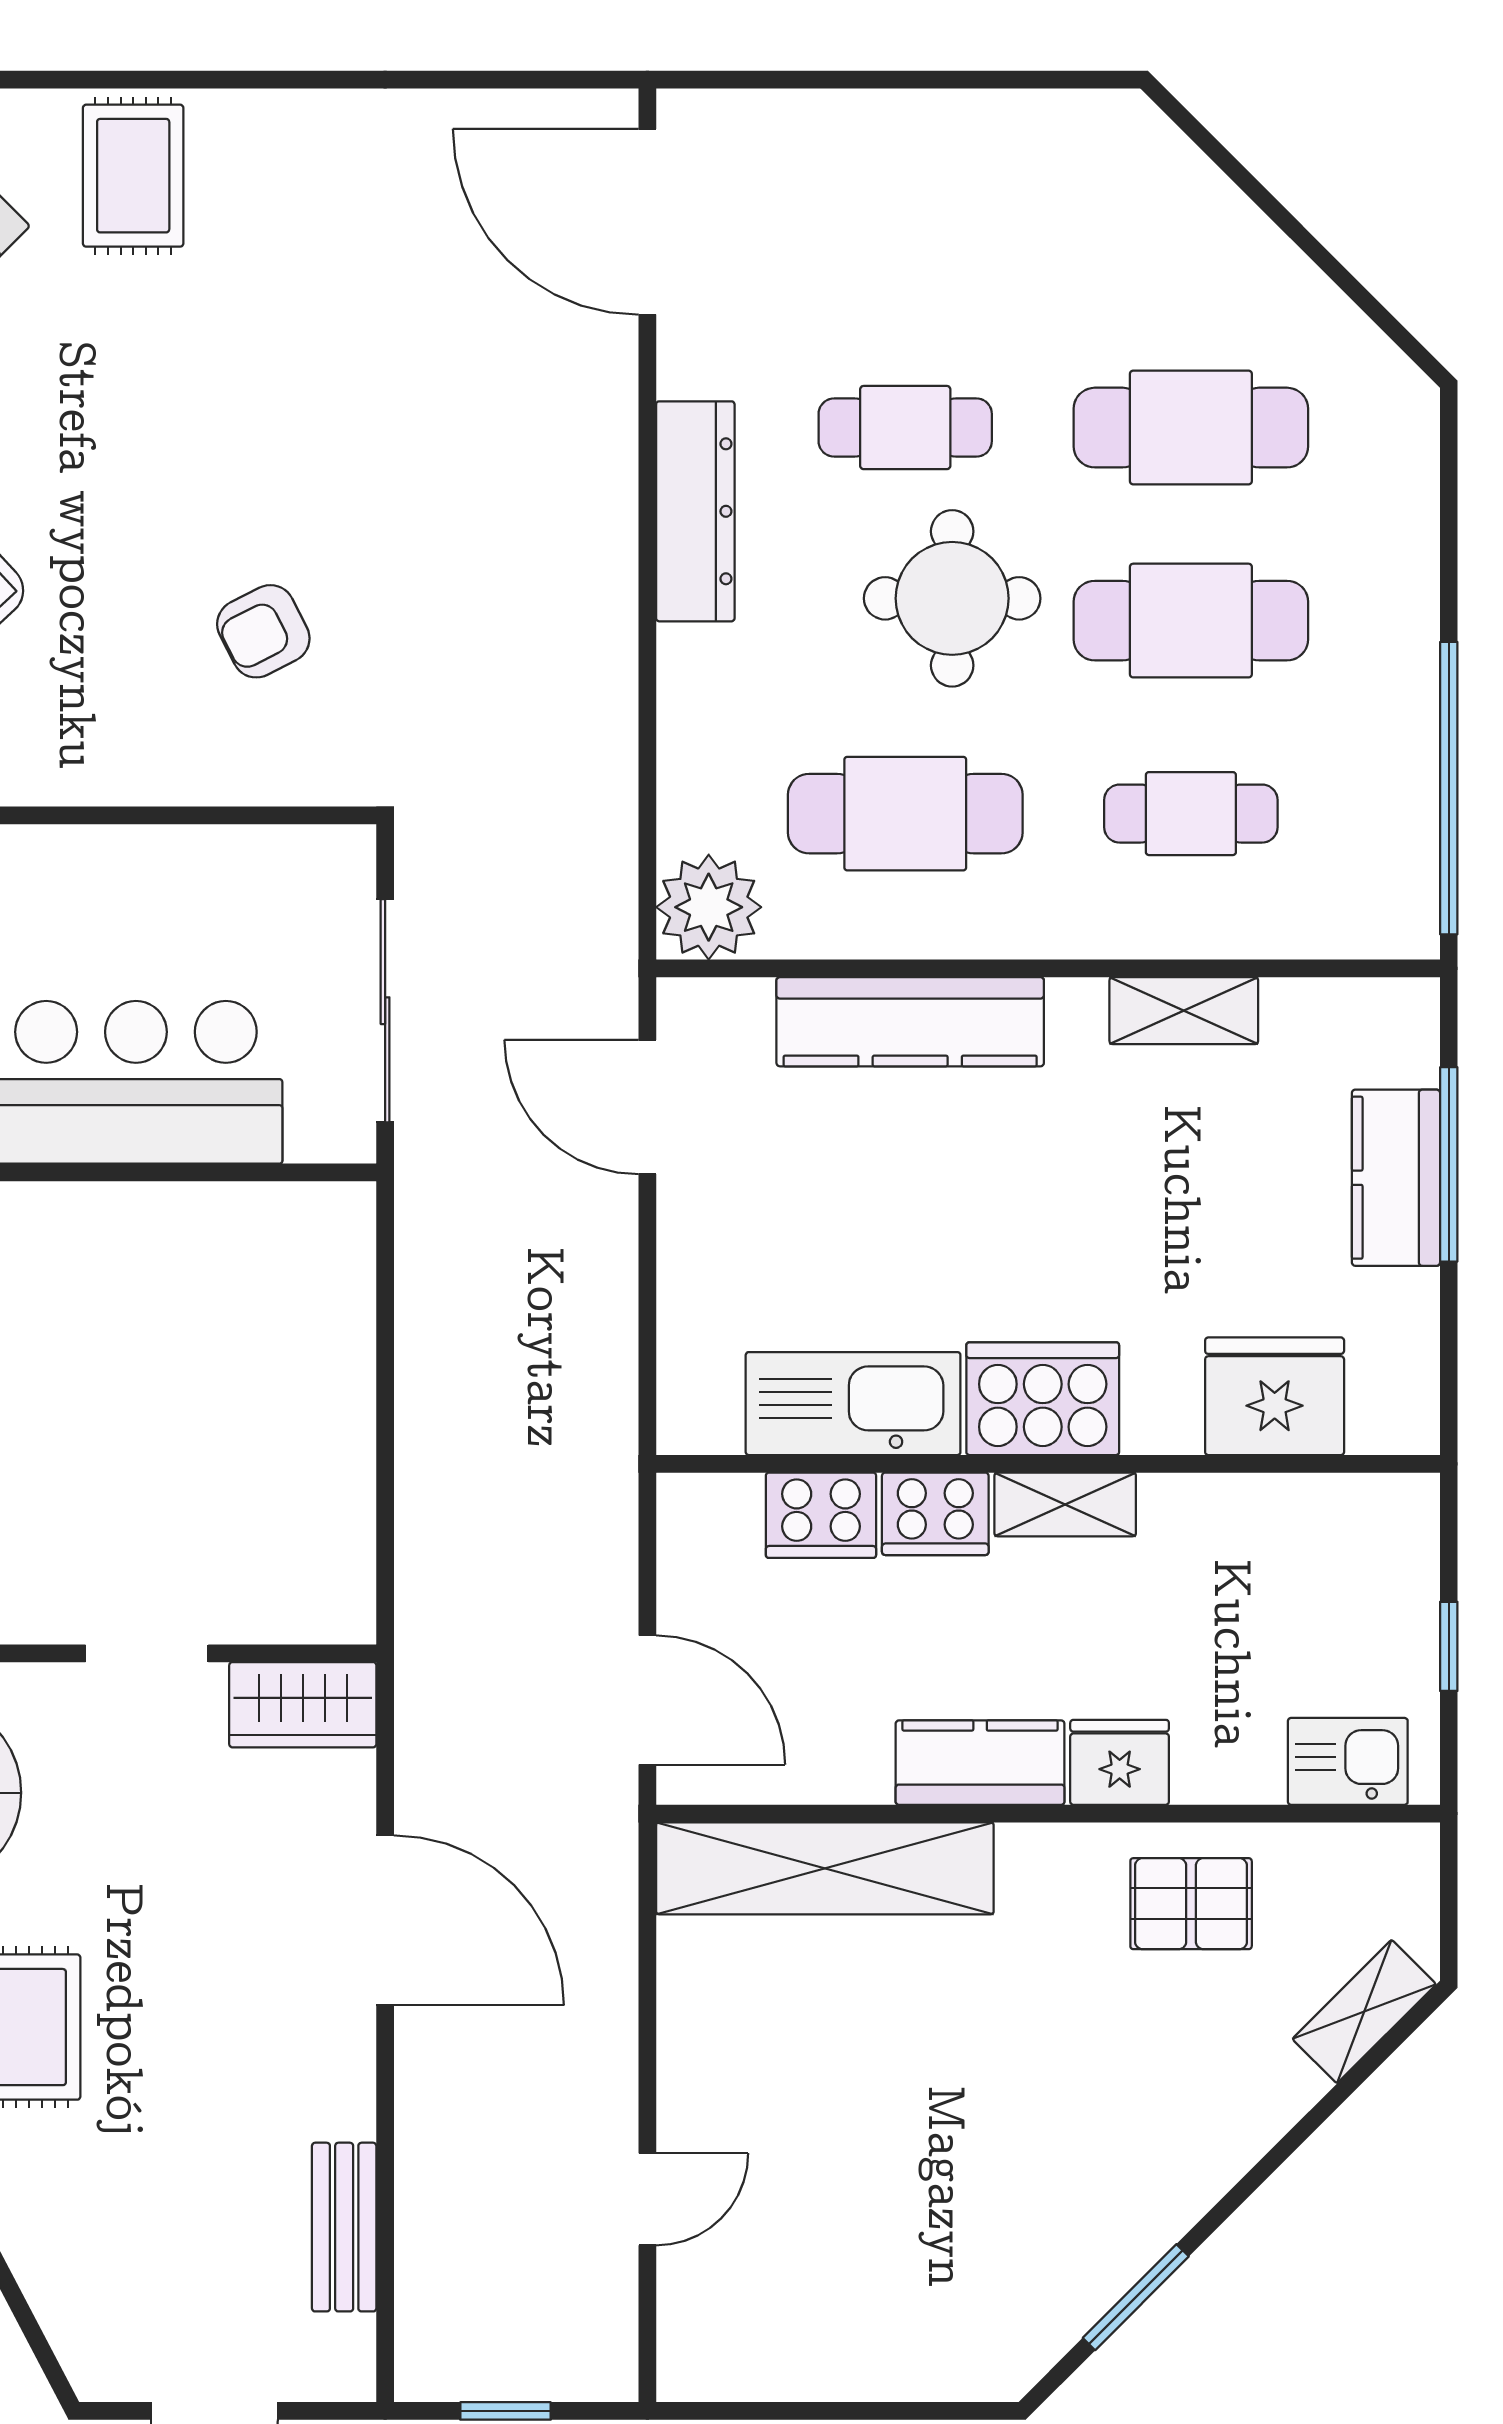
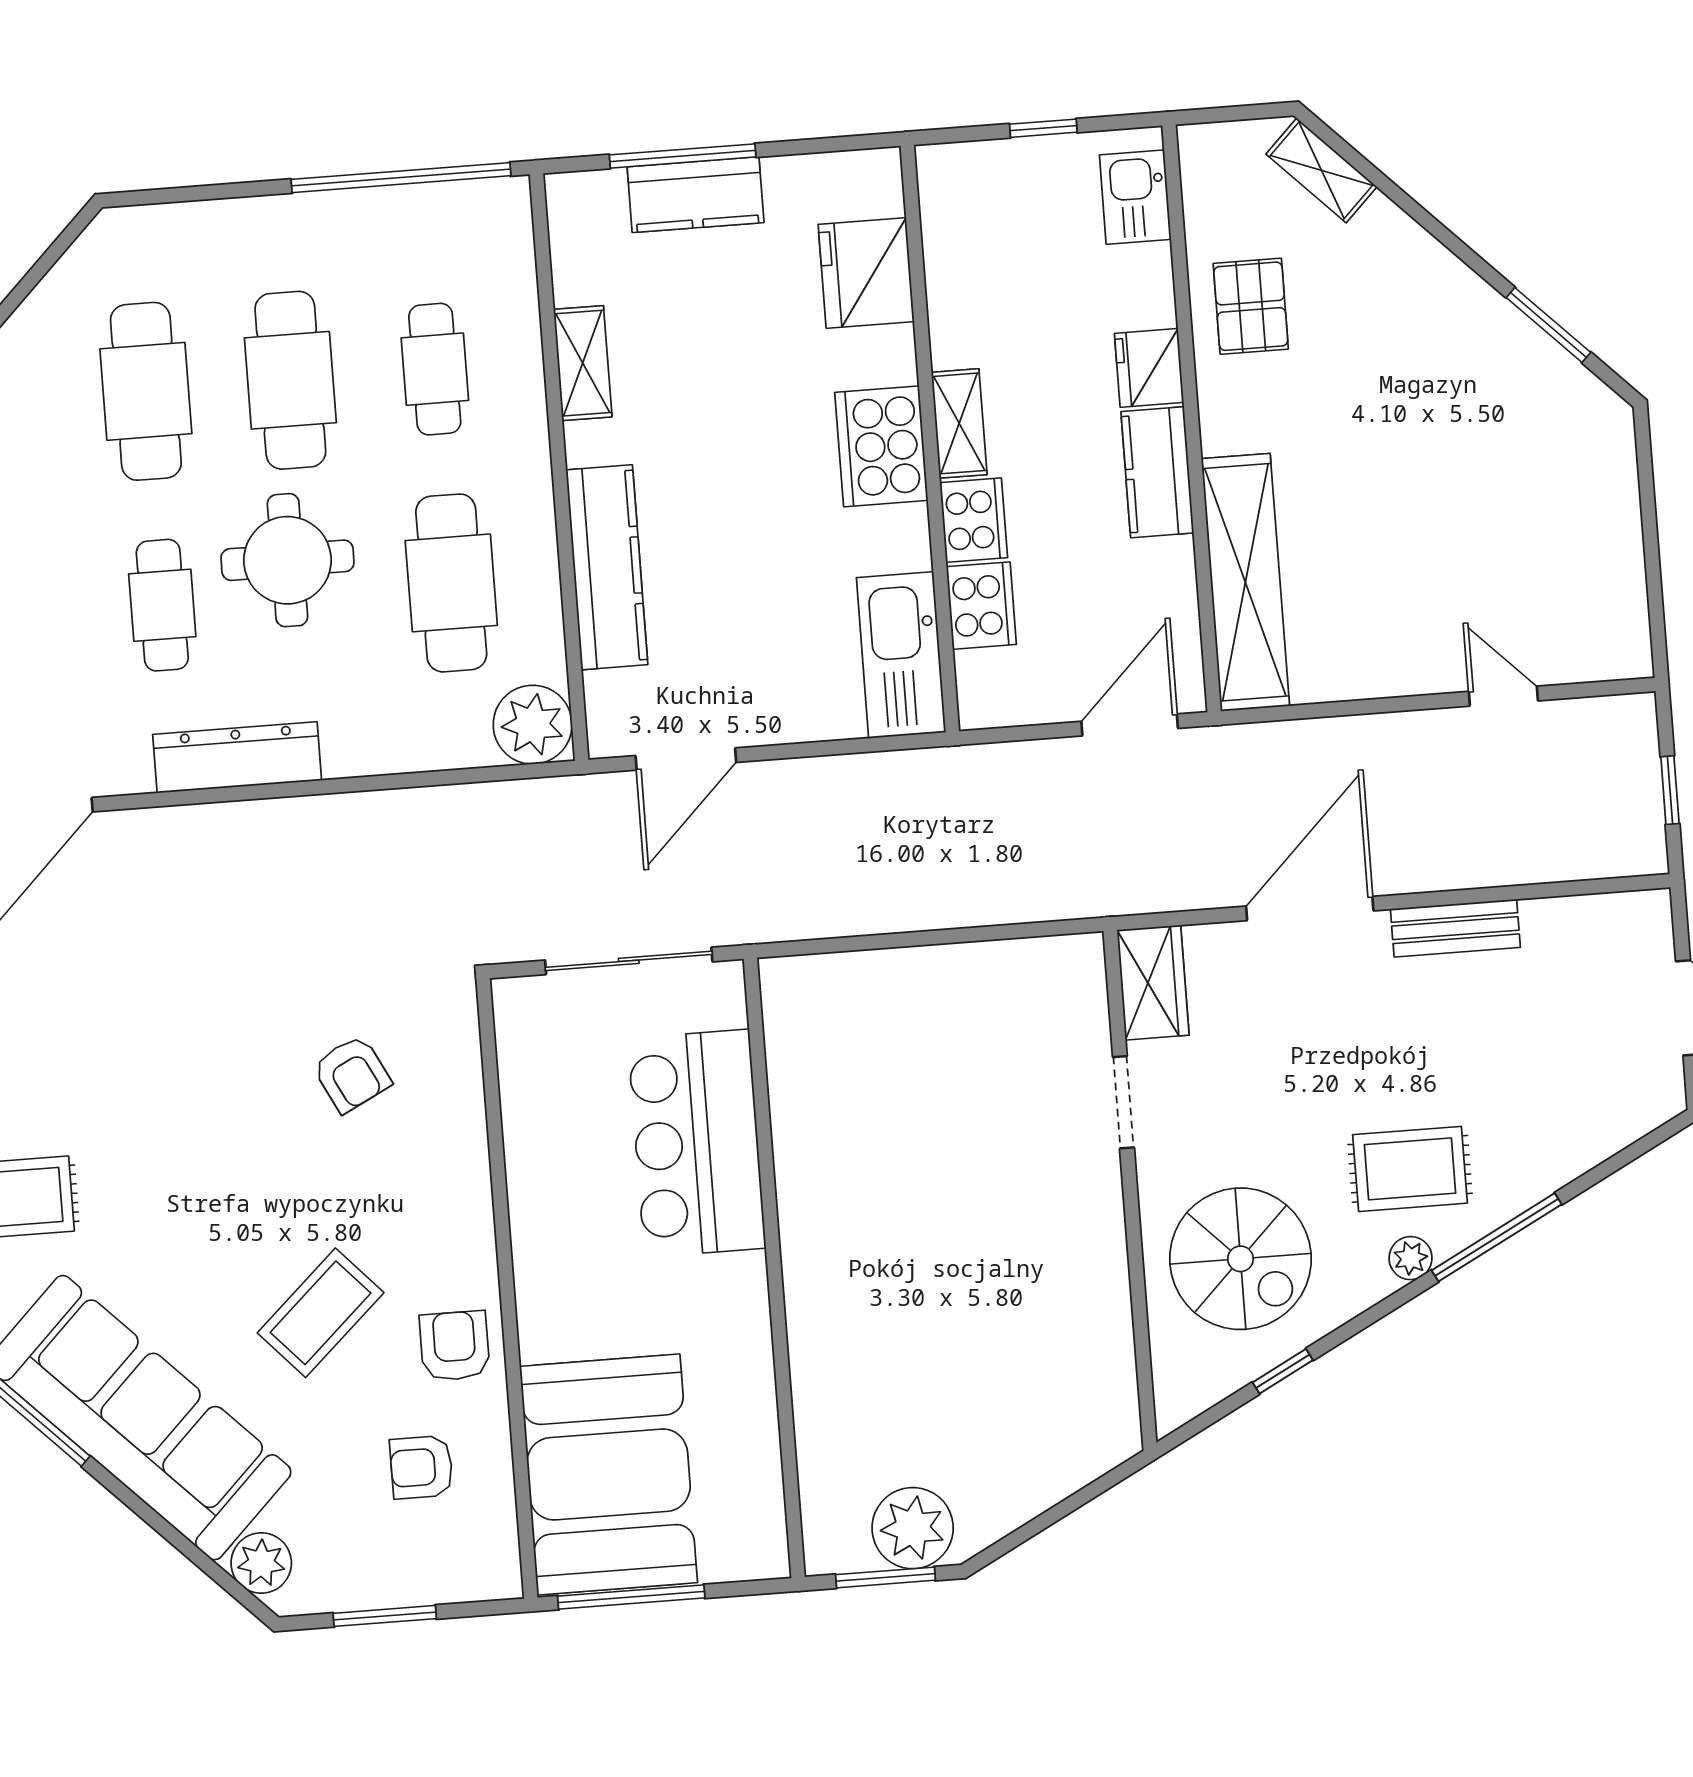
kitchen sink: (853, 1404) -> (901, 655), moved
bench: (344, 2227) -> (1455, 928), moved

